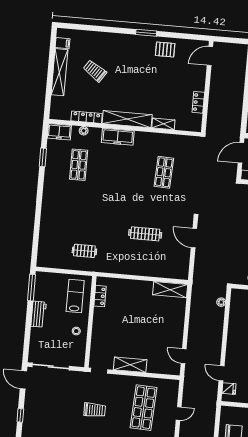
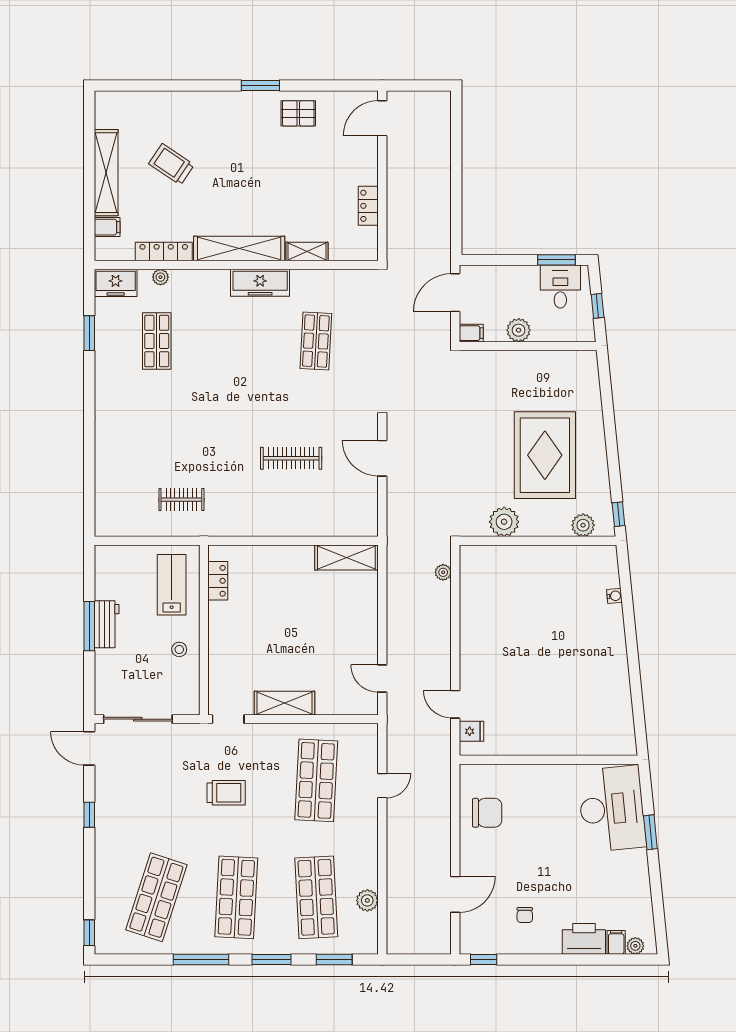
filing cabinet: (63, 43) -> (107, 227), moved
freezer: (118, 137) -> (260, 283), moved
window: (31, 288) -> (89, 626), moved

